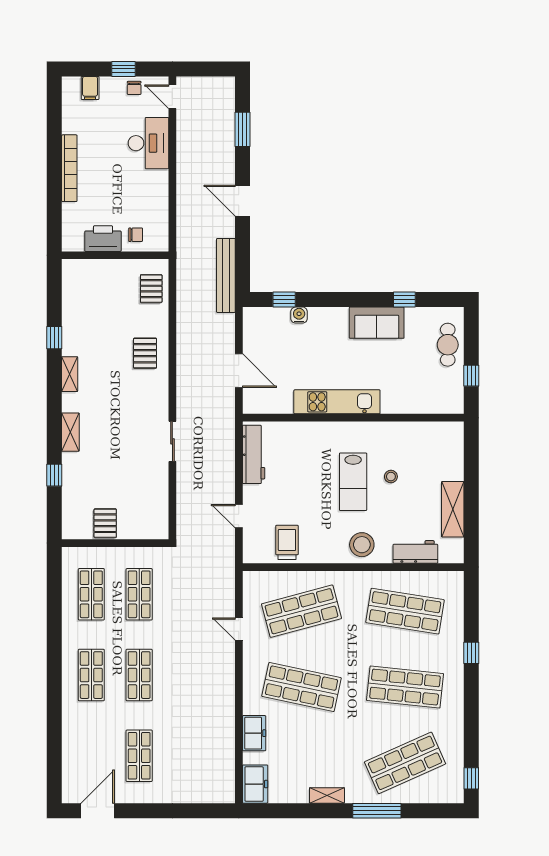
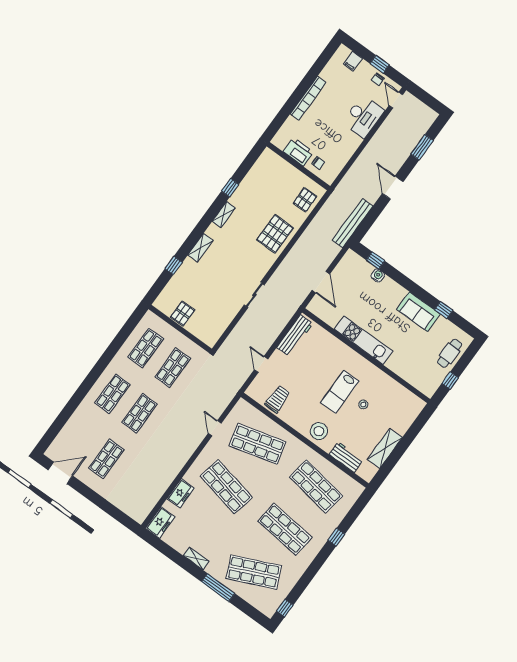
pallet: (145, 353) -> (275, 234), width x1.50, depth x1.42

